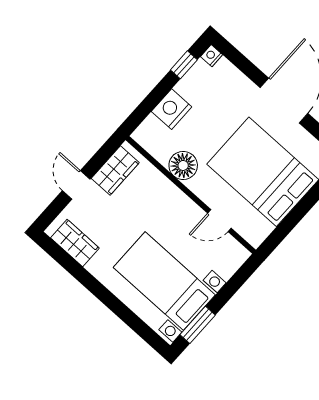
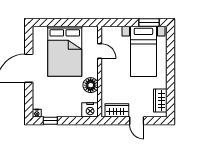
nightstand: (172, 109) -> (90, 110), moved
door: (76, 185) -> (137, 121), hinge flipped

